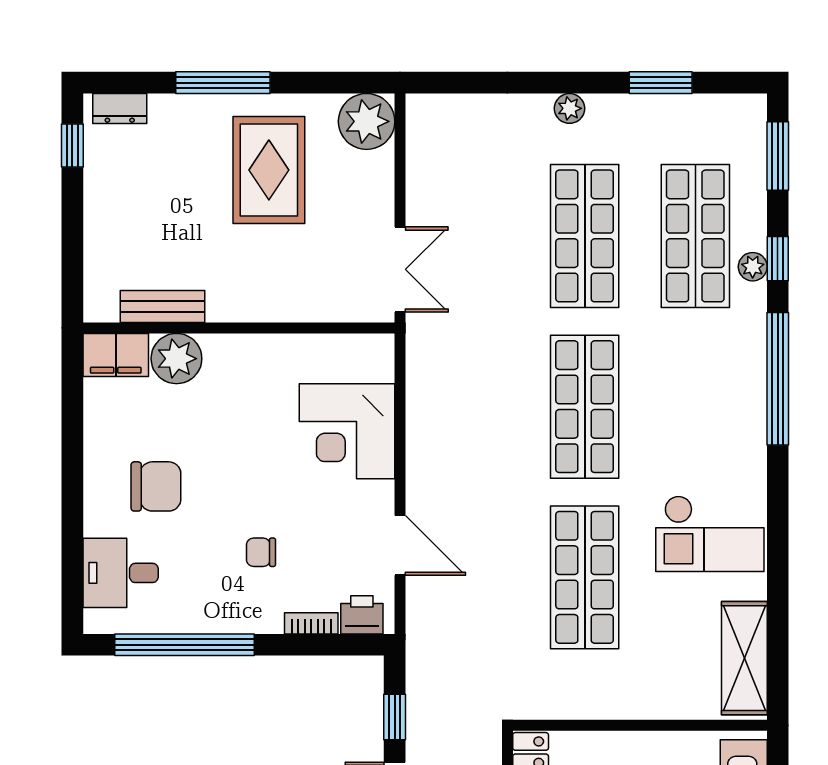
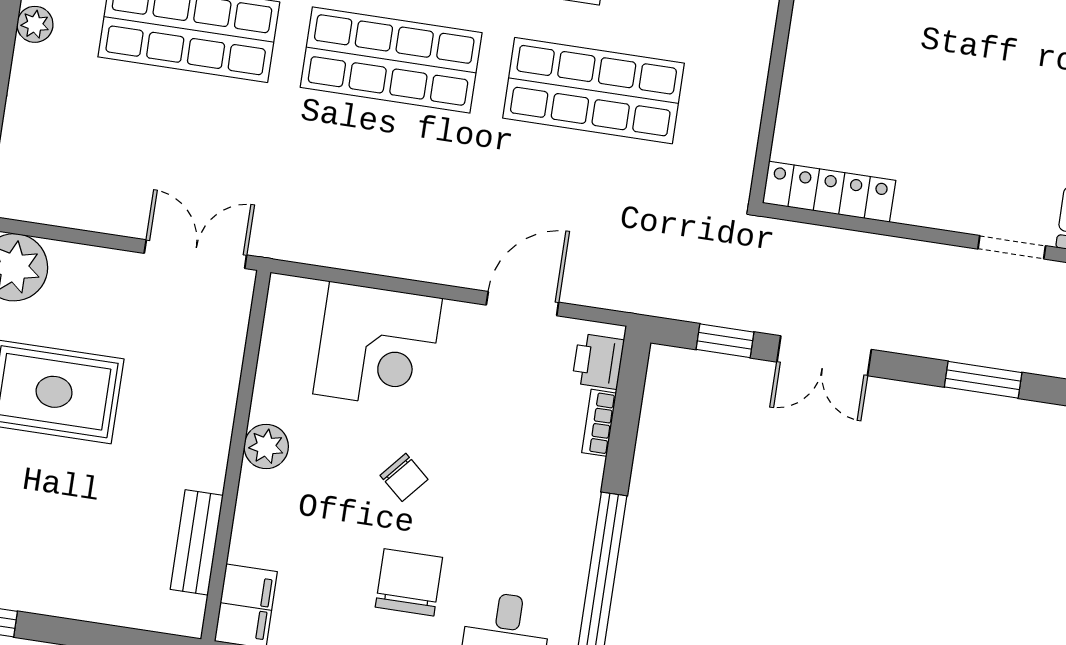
plant: (176, 359) -> (266, 446), moved, width x0.73, depth x0.73
chair: (261, 552) -> (404, 477), moved, turned -49

